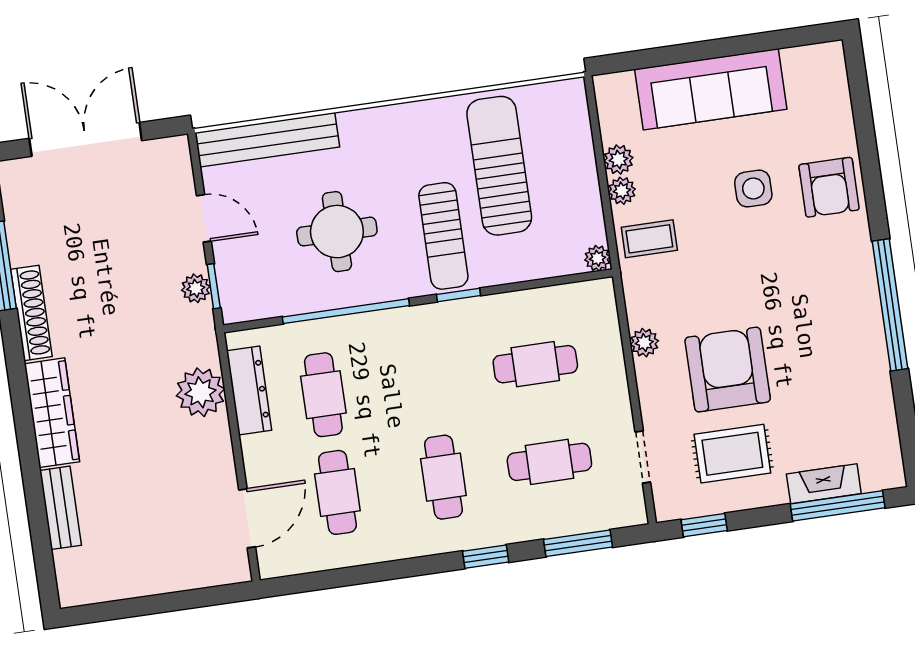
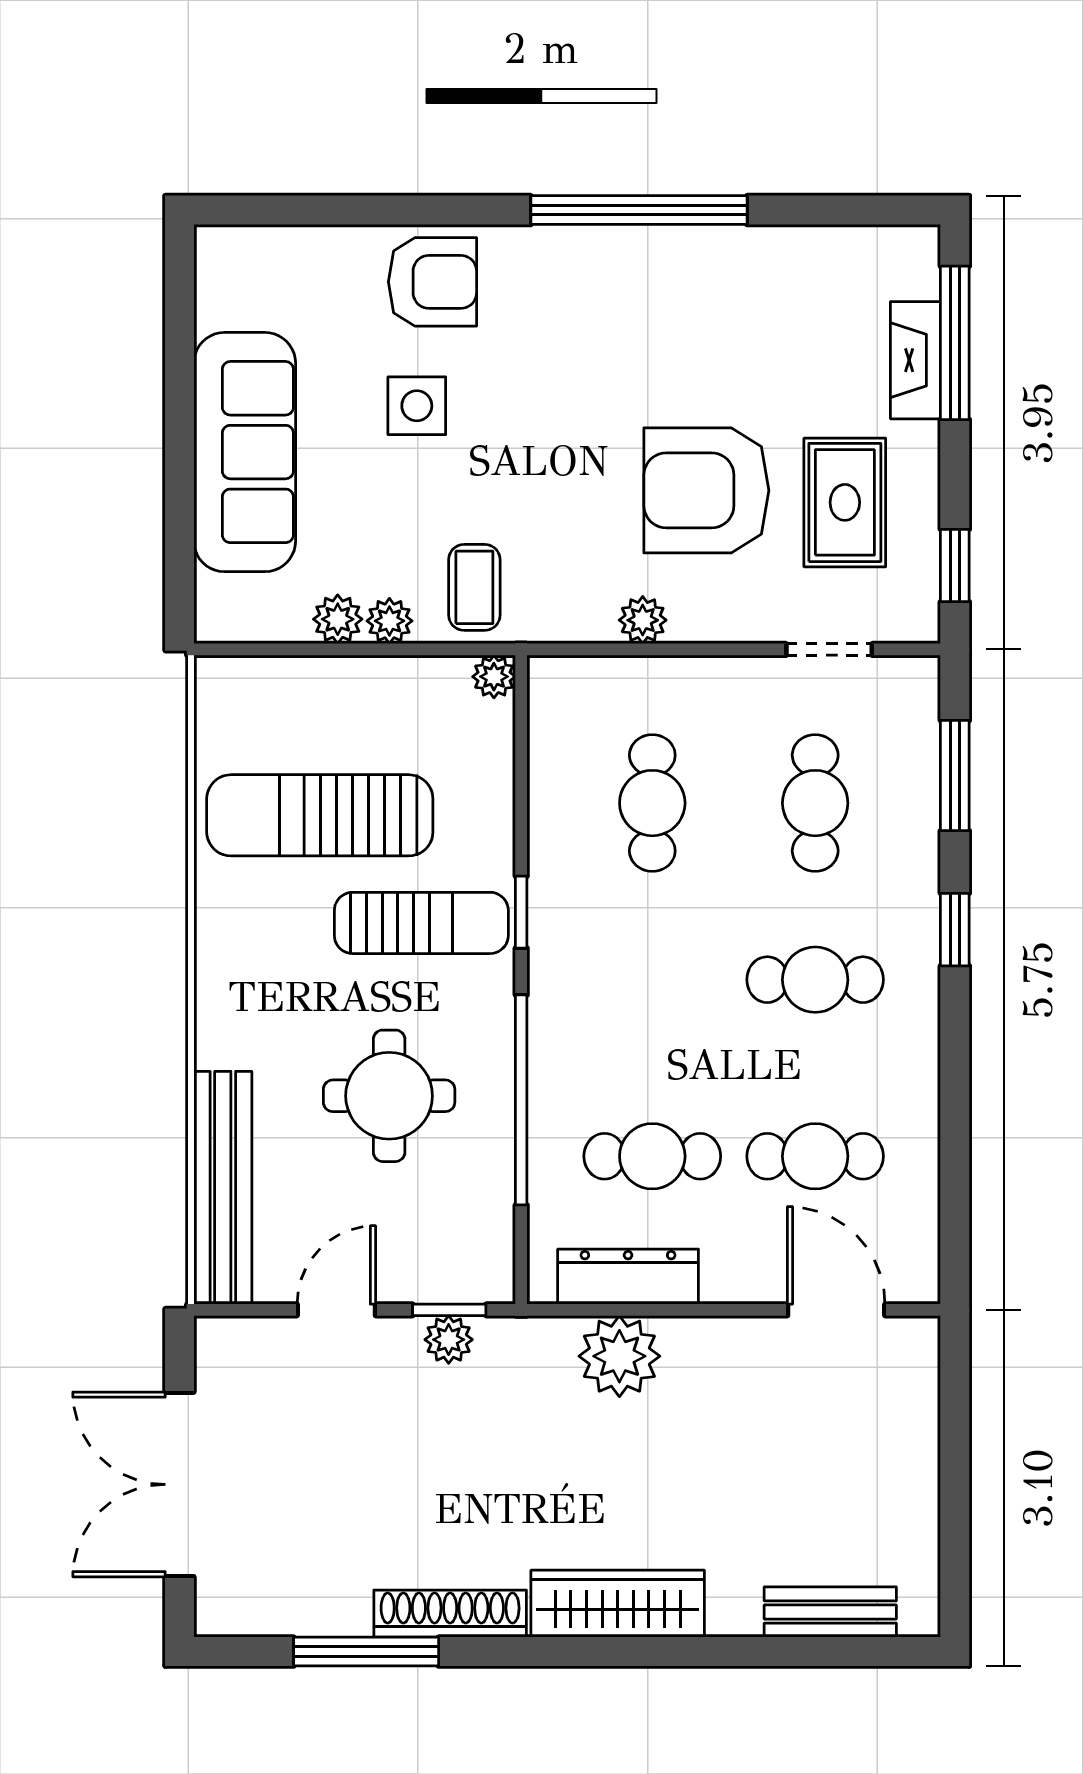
bench: (61, 508) -> (830, 1612), moved

